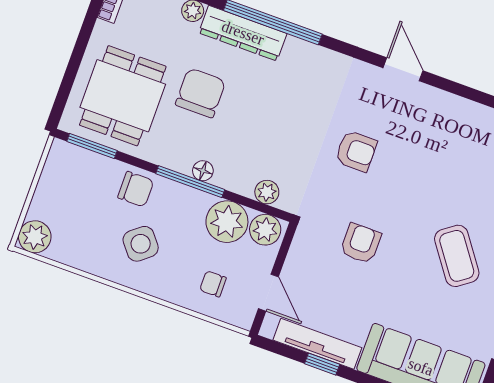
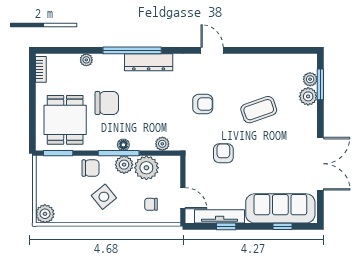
dresser: (243, 33) -> (149, 62), moved
chair: (201, 93) -> (107, 103), turned 90
plant: (265, 230) -> (124, 165), moved
coffee table: (457, 256) -> (259, 110), moved, turned -73

